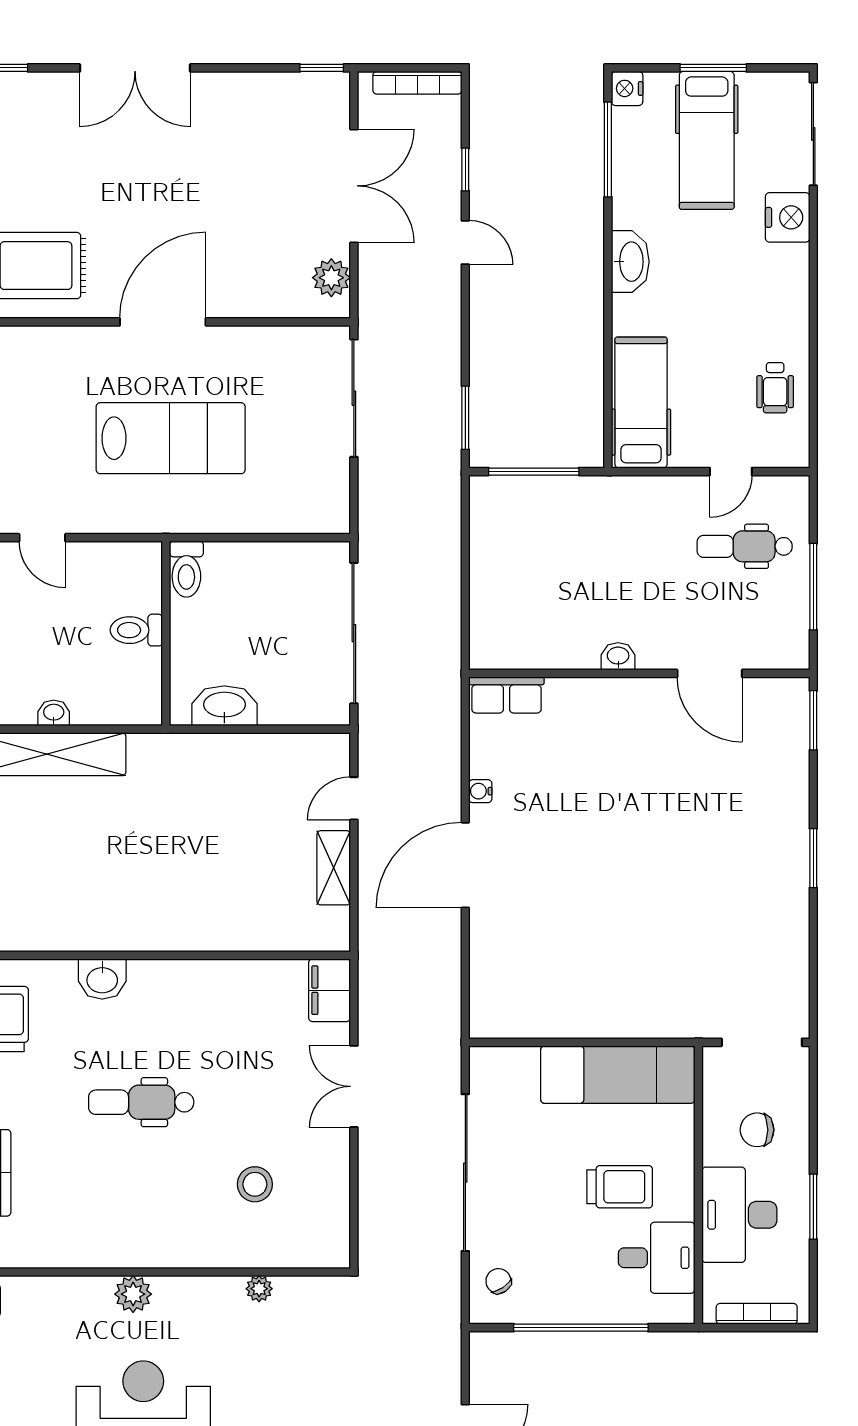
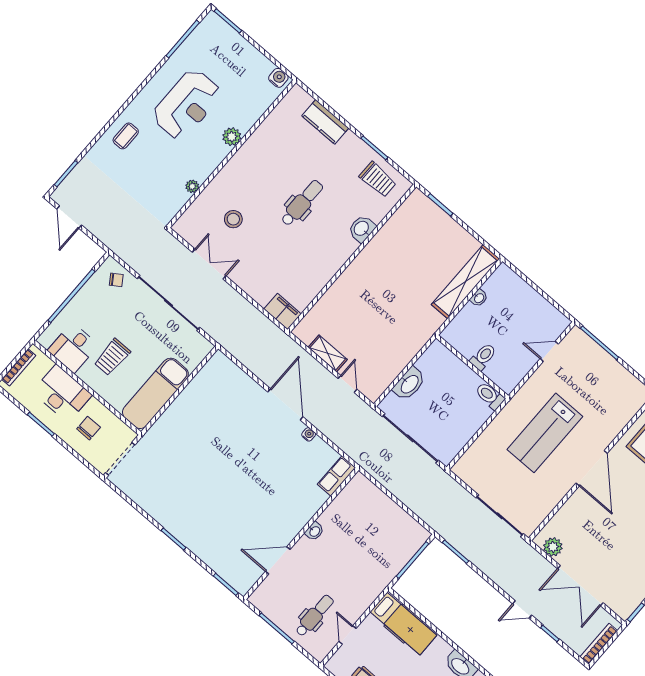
washbasin: (224, 706) -> (409, 384), moved
double door: (354, 1086) -> (209, 264), moved

